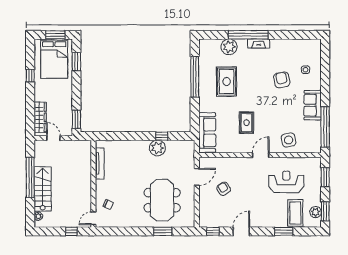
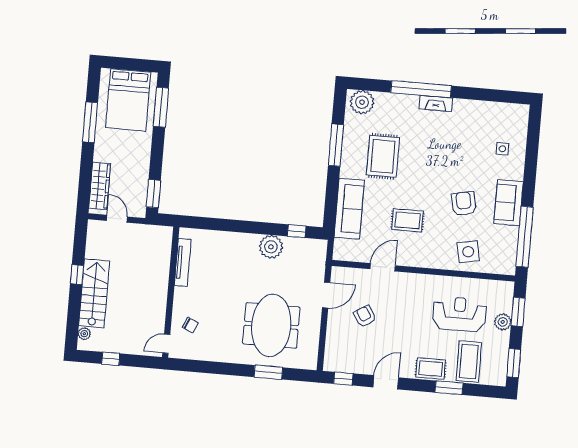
window: (55, 35) -> (133, 64), removed
plant: (229, 47) -> (362, 102), moved
window: (76, 62) -> (161, 107), width x1.44
window: (30, 76) -> (90, 122), width x2.17
window: (195, 77) -> (336, 145), width x0.68
armchair: (282, 80) -> (464, 204), moved
rug: (247, 123) -> (407, 220), turned 90
sofa: (207, 133) -> (349, 209), moved
window: (162, 136) -> (297, 231), moved
door: (261, 155) -> (383, 267), moved
window: (30, 177) -> (77, 275), width x0.32
plant: (316, 212) -> (503, 322), moved
rug: (270, 220) -> (431, 369), added
window: (71, 231) -> (111, 359), moved

